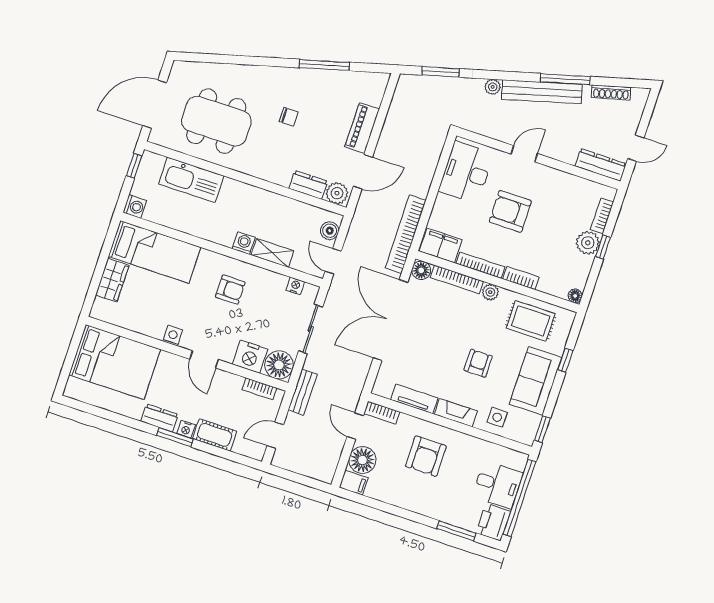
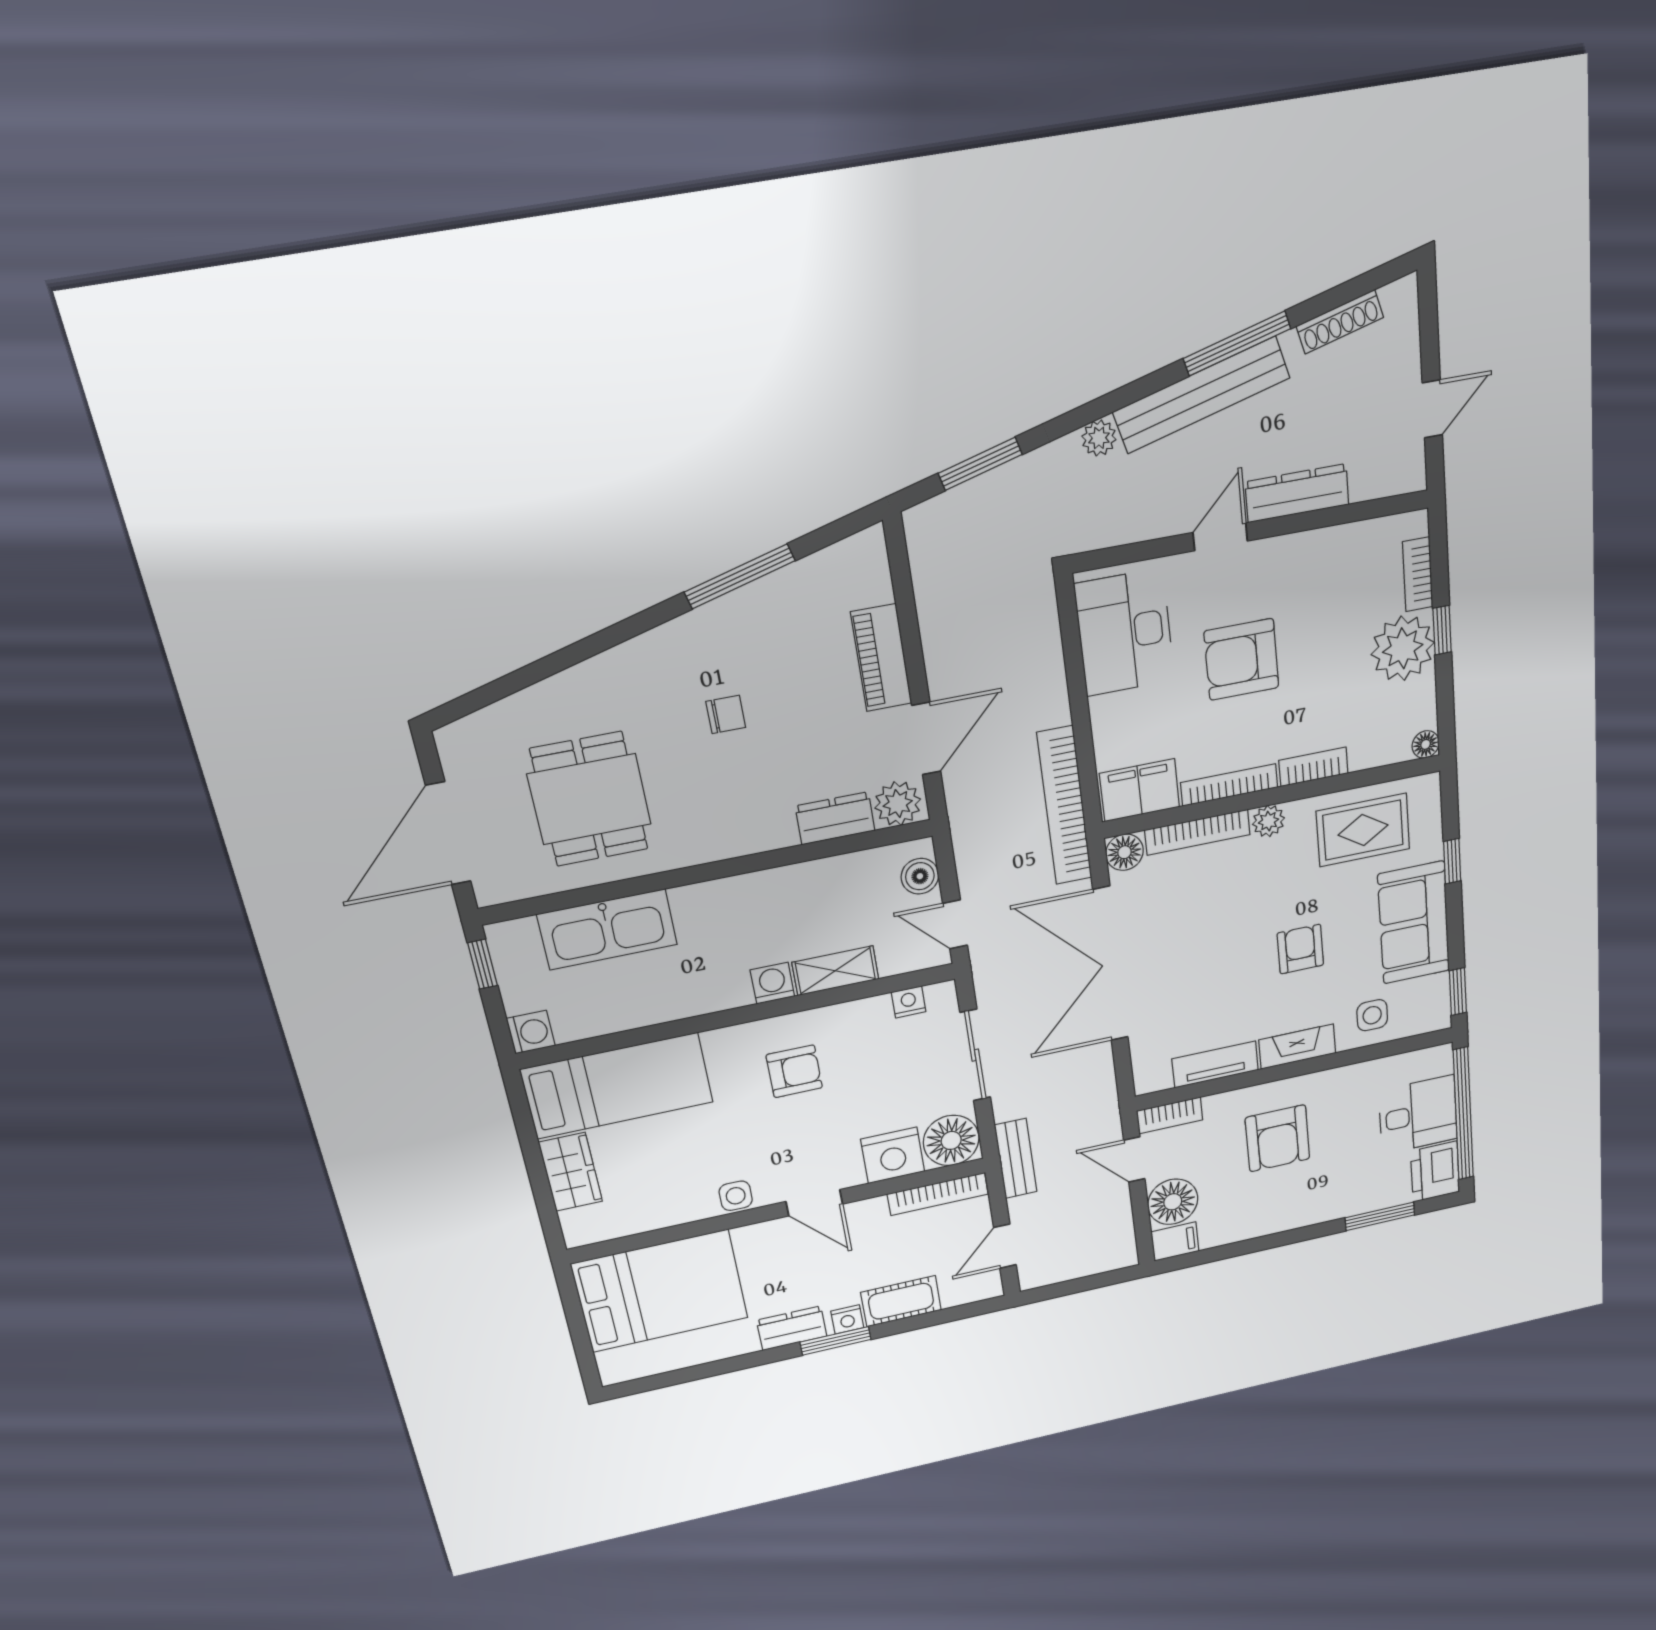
dining table: (216, 121) -> (589, 799), width x0.73
dresser: (601, 165) -> (1297, 493), moved
plant: (588, 243) -> (1403, 648), width x1.36, depth x1.36
bookcase: (259, 389) -> (938, 1194), width x1.56

